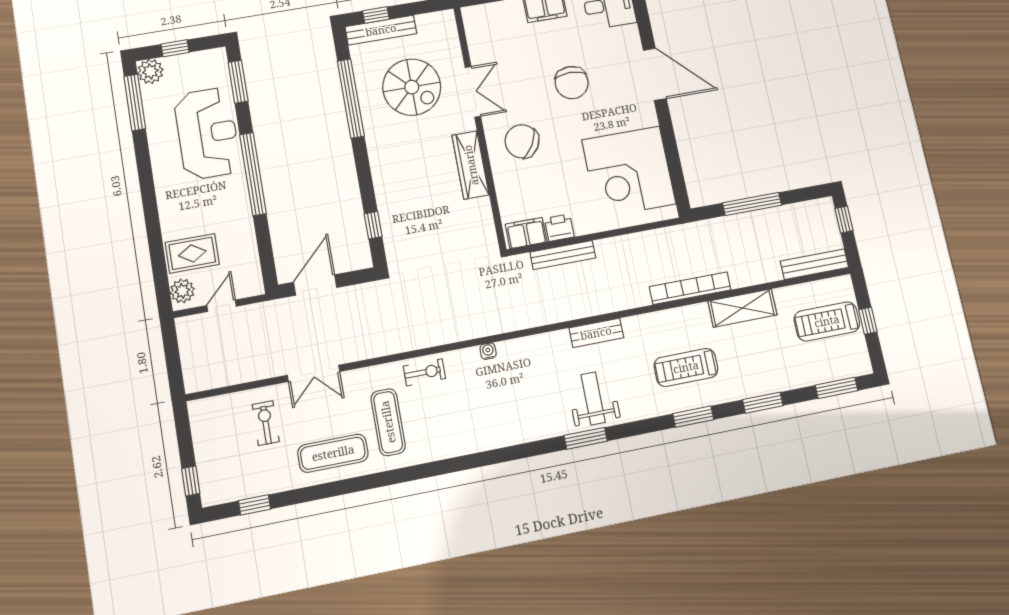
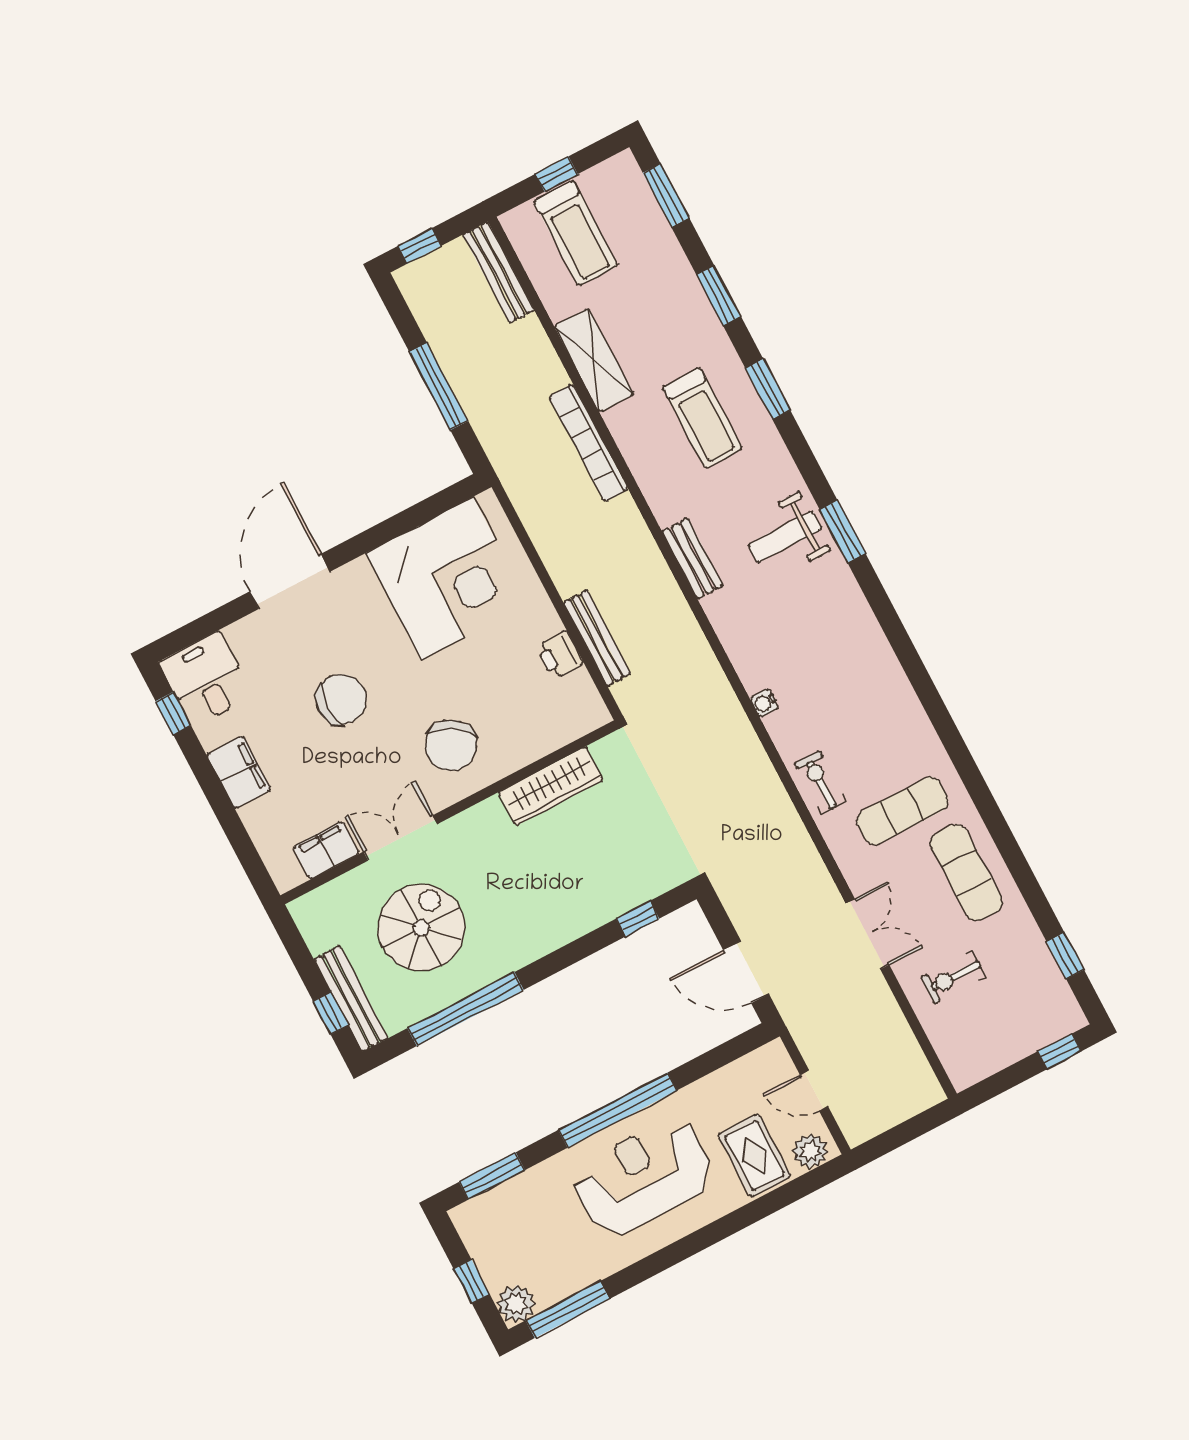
reception desk: (207, 133) -> (643, 1177), moved
wardrobe: (471, 165) -> (551, 786), moved
filing cabinet: (526, 233) -> (326, 850), moved, turned 90

